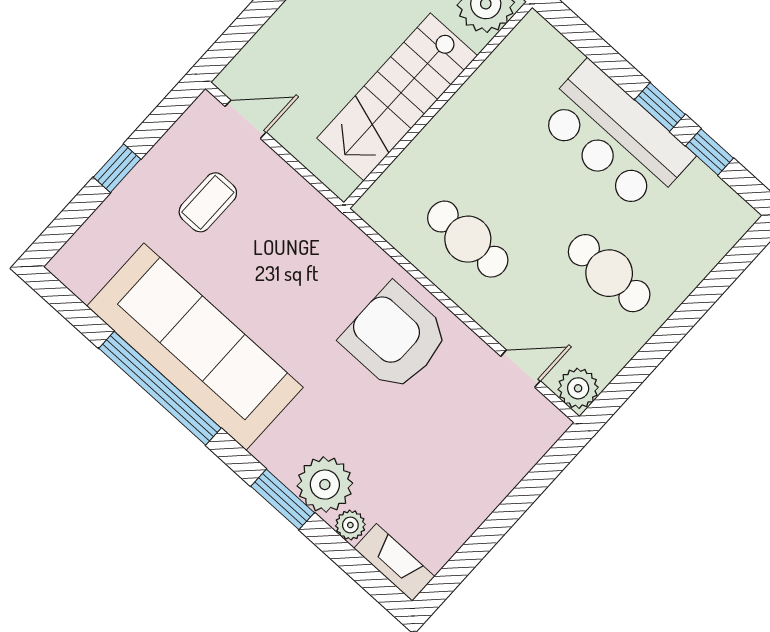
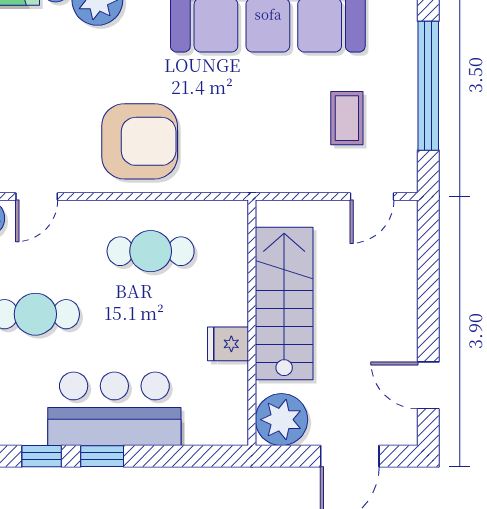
fridge: (473, 105) -> (228, 344), added
window: (117, 168) -> (428, 86), width x3.17

